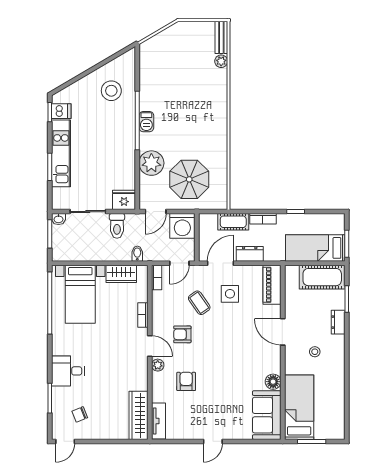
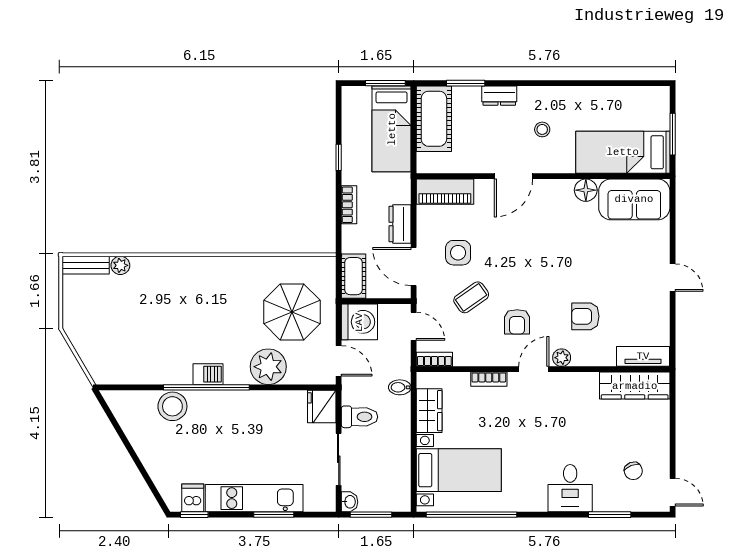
stool: (111, 91) -> (172, 406), moved
cot: (233, 222) -> (353, 276), moved

